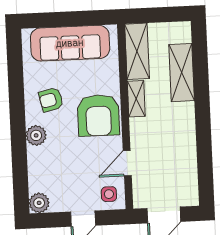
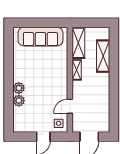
armchair: (51, 100) -> (28, 68), removed
armchair: (98, 115) -> (55, 78), removed
plant: (39, 203) -> (19, 101), moved

